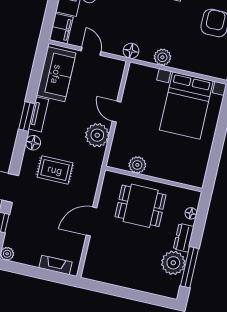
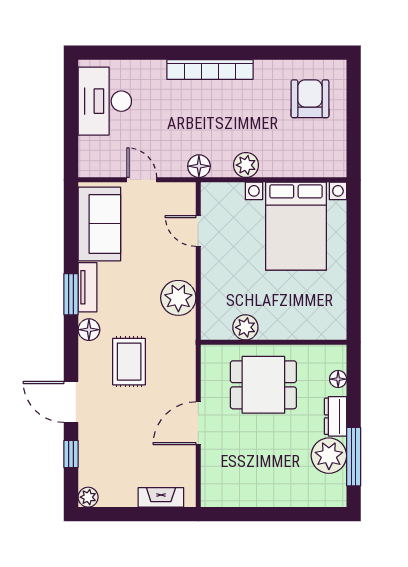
filing cabinet: (61, 29) -> (92, 157), removed
door: (117, 112) -> (198, 231), moved
rug: (55, 170) -> (129, 362), turned 90

